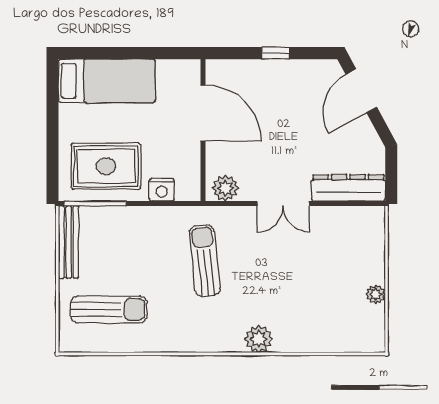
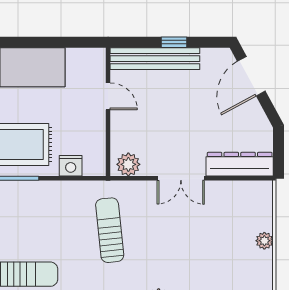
bench: (255, 71) -> (155, 59), added
door: (203, 113) -> (108, 96), width x0.53
plant: (376, 294) -> (264, 241), moved

